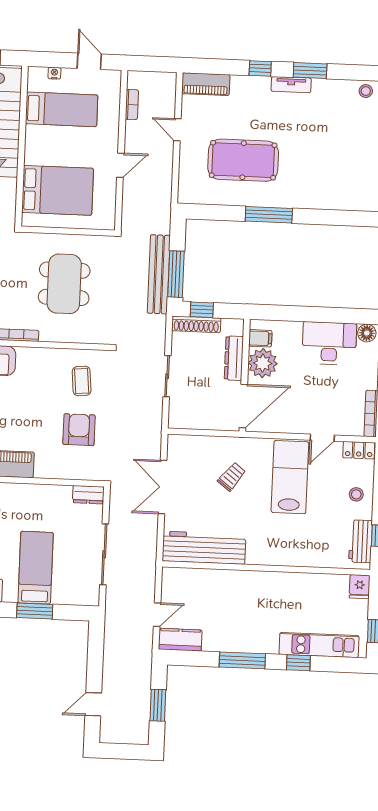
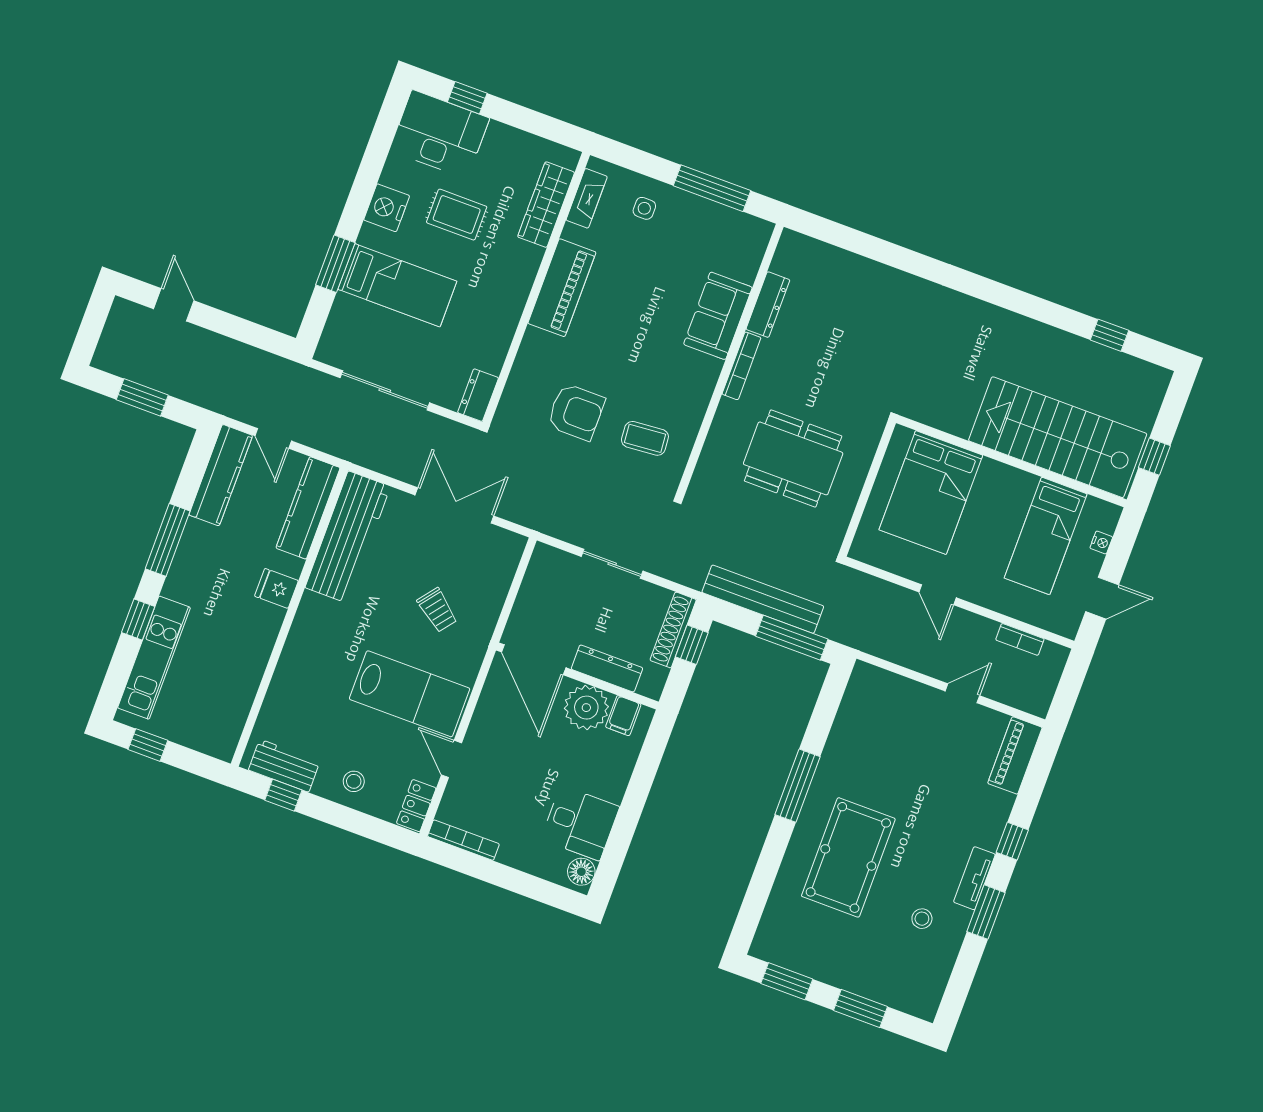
stool: (366, 91) -> (922, 919), moved
pool table: (243, 160) -> (848, 857), moved
window: (176, 274) -> (792, 638), moved
desk: (329, 343) -> (580, 823), width x0.73
kitchen counter: (194, 579) -> (308, 508), added
fridge: (360, 587) -> (276, 588), moved
kitchen counter: (180, 640) -> (221, 475), width x1.50

